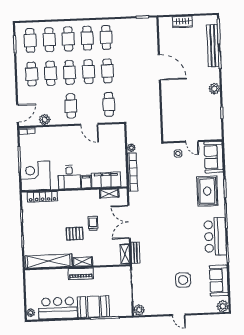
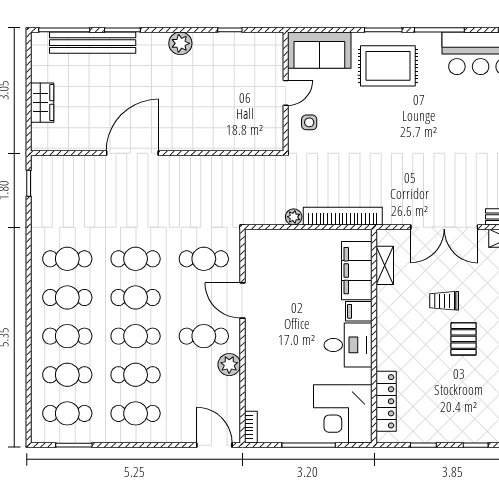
plant: (45, 120) -> (229, 365), moved
door: (89, 124) -> (242, 300), swing flipped

